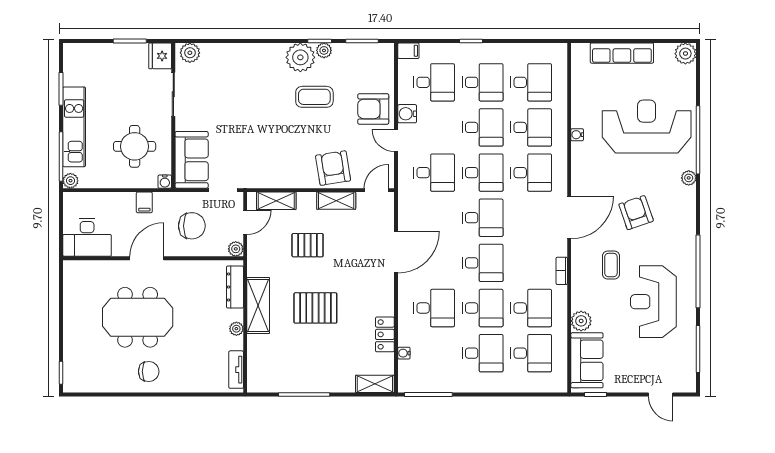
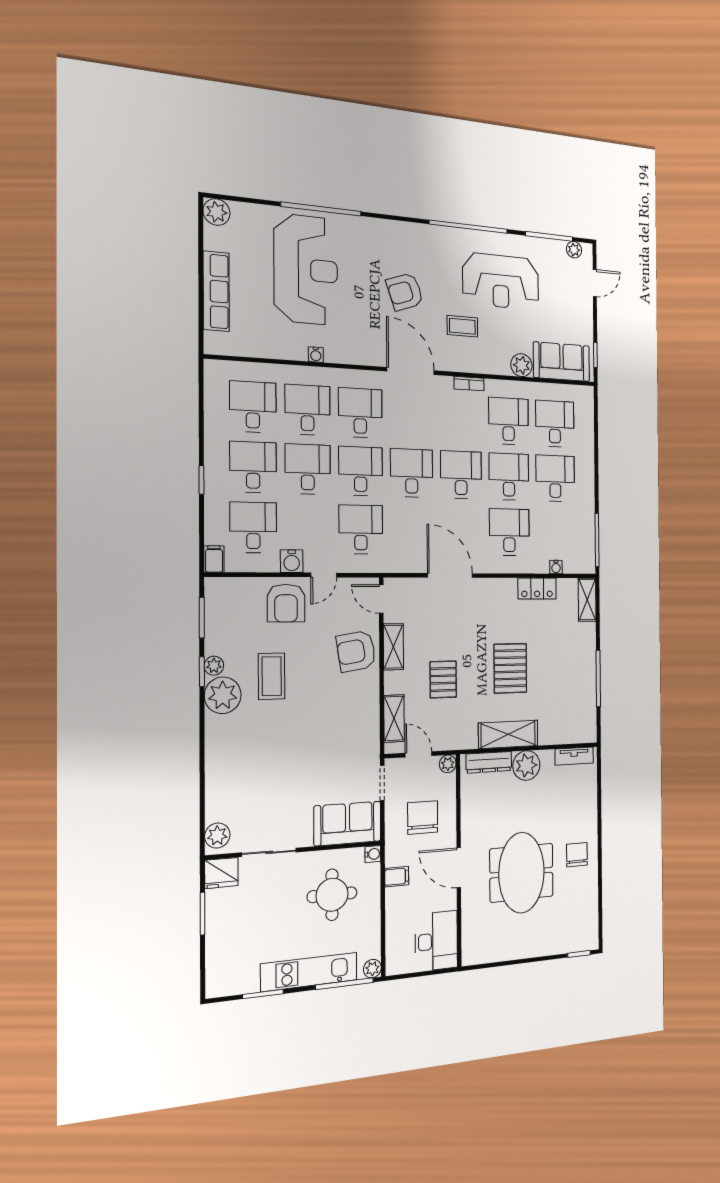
reception desk: (647, 127) -> (306, 269), turned 180
plant: (689, 178) -> (574, 250), moved
plant: (236, 329) -> (526, 765), width x1.88, depth x1.88

